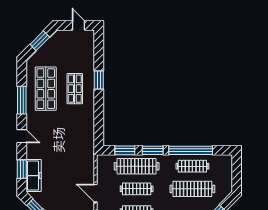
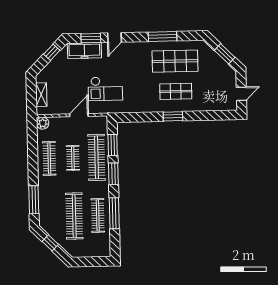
window: (99, 80) -> (173, 116), moved
door: (22, 136) -> (114, 38), moved
window: (191, 150) -> (114, 213), width x0.68
checkout: (71, 156) -> (105, 89), added
clothes rail: (137, 189) -> (73, 158), width x0.73
door: (96, 193) -> (79, 115), moved

